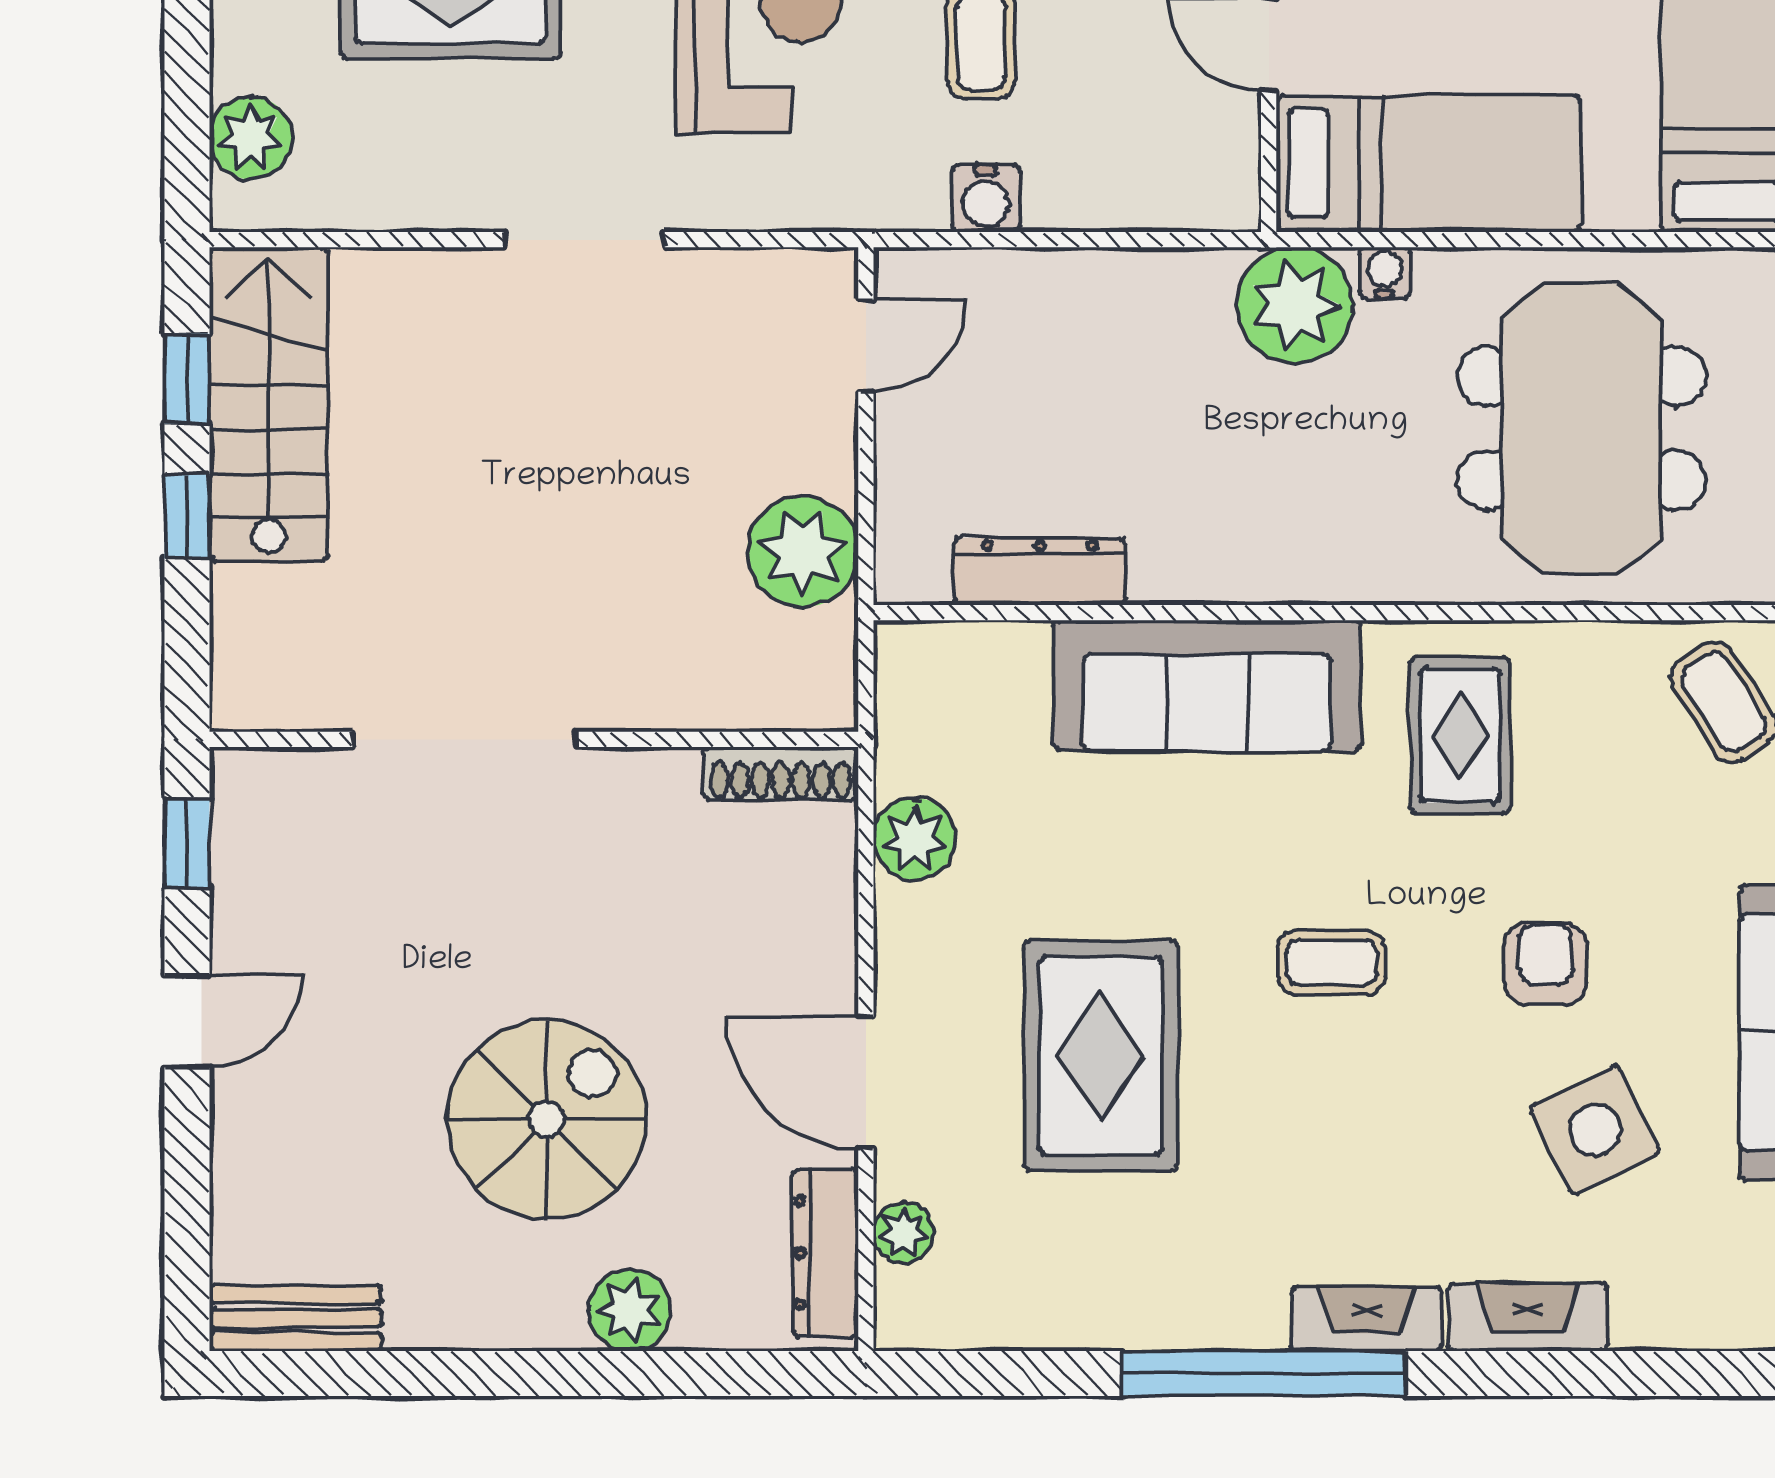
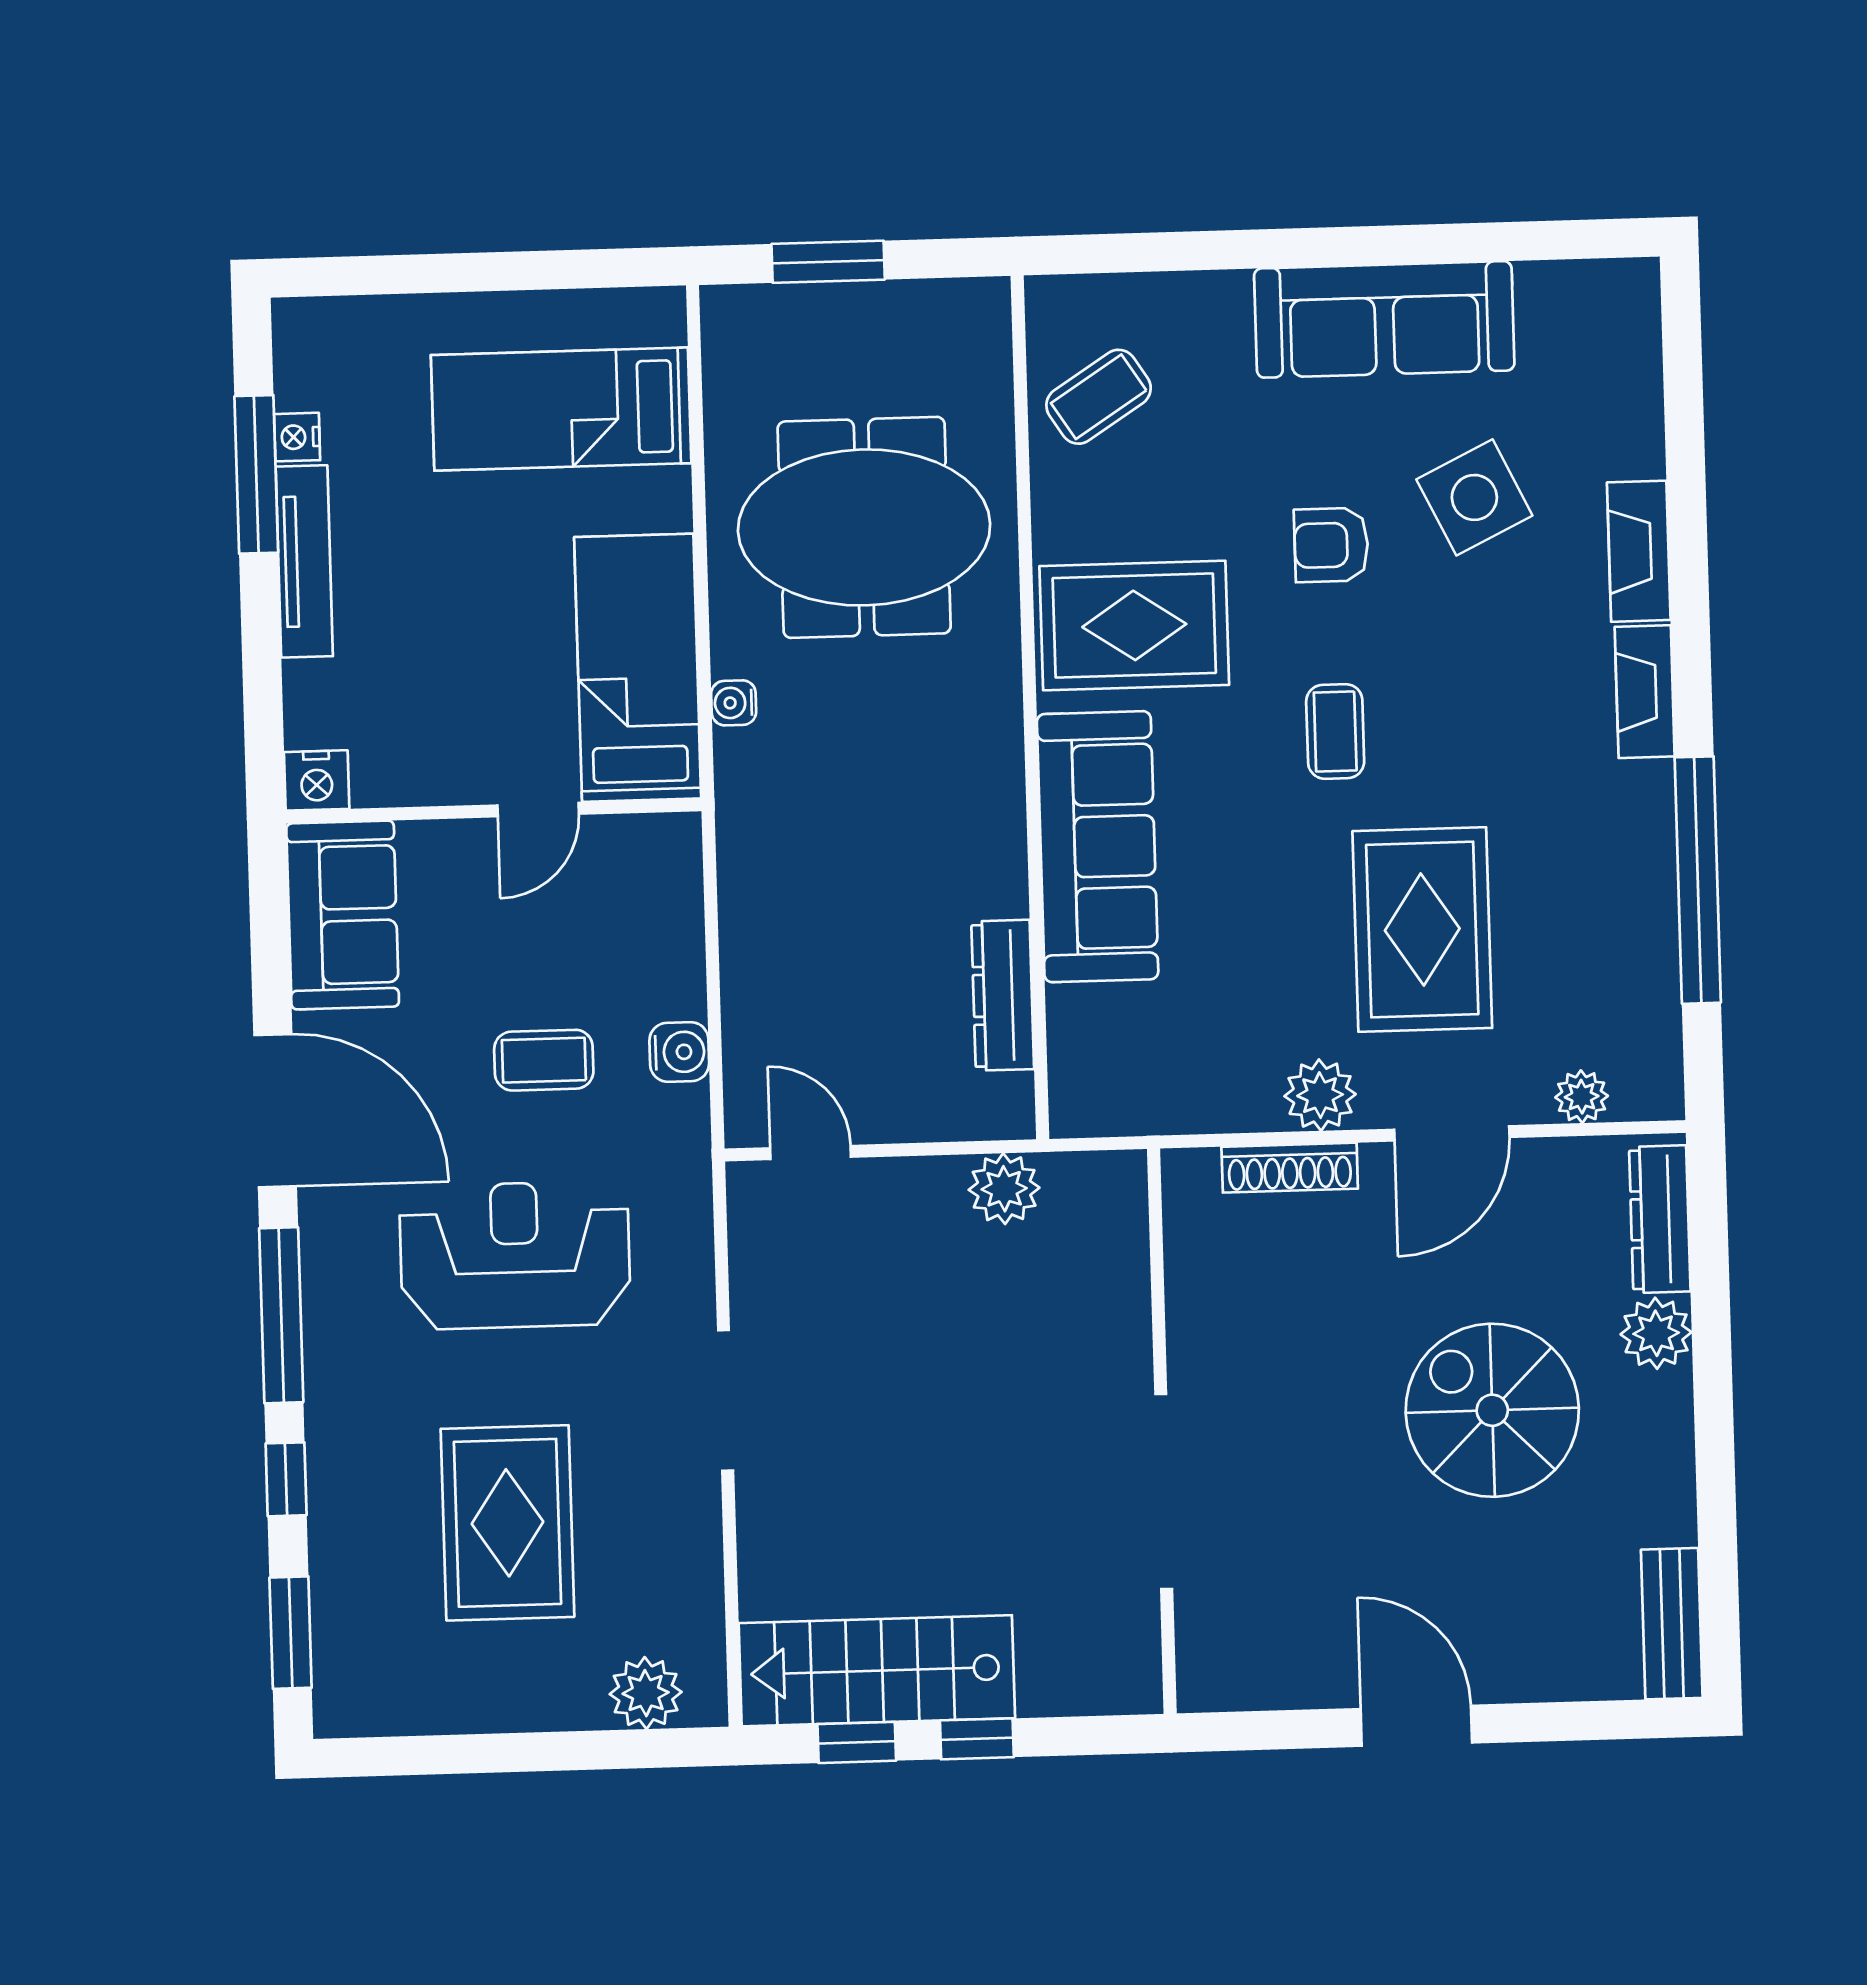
plant: (1295, 305) -> (764, 780), removed
plant: (803, 552) -> (1004, 1189), width x0.73, depth x0.73
rug: (1460, 735) -> (1134, 625), width x1.36, depth x1.43
shoe rack: (781, 773) -> (1290, 1168), moved, turned 90
plant: (914, 839) -> (1320, 1095), moved
window: (187, 843) -> (1261, 1730), removed
door: (187, 1021) -> (1416, 1726), width x1.38
rug: (1101, 1055) -> (1422, 929), turned 90
dresser: (826, 1253) -> (1660, 1219), moved, turned 90
window: (1264, 1373) -> (1698, 880), moved

